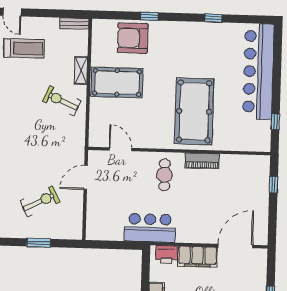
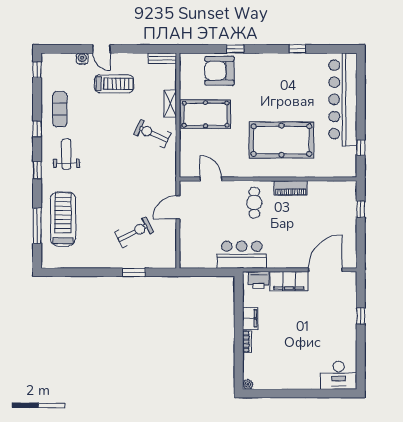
pool table: (194, 111) -> (281, 140), turned 90

